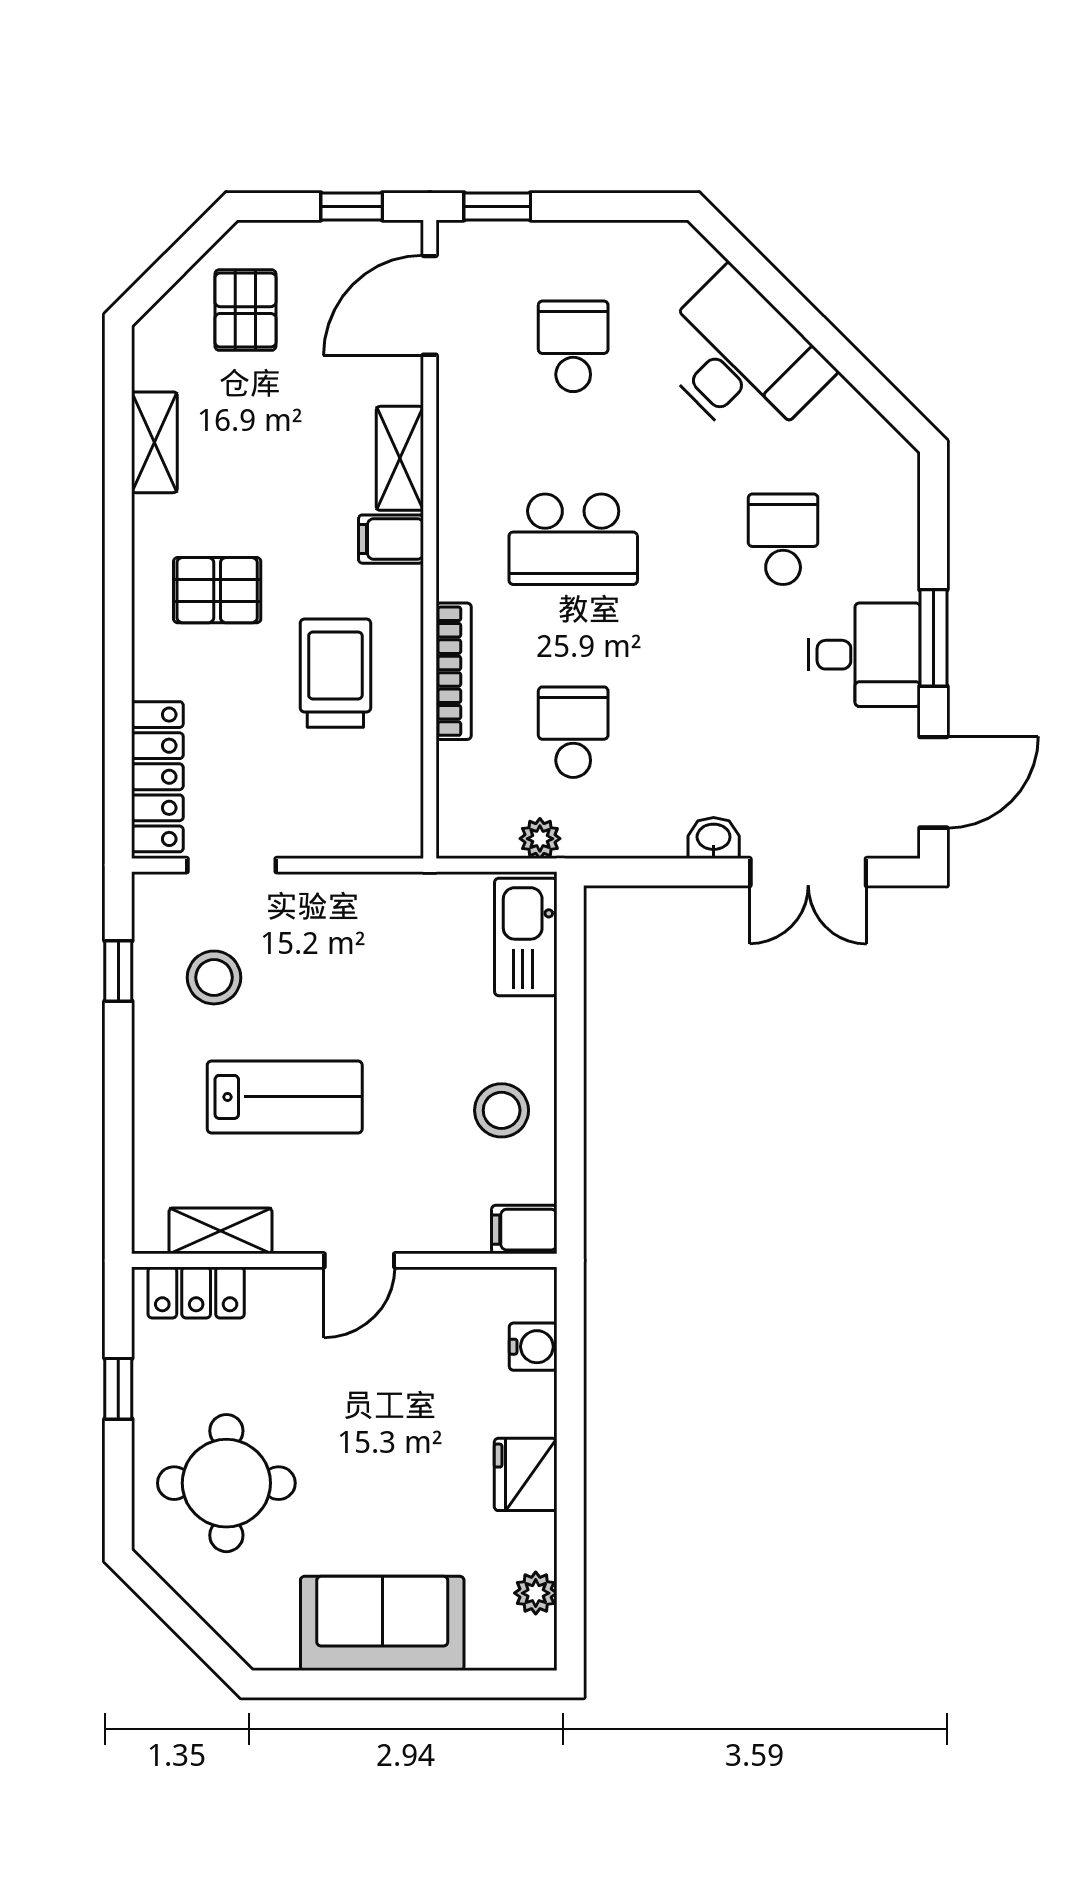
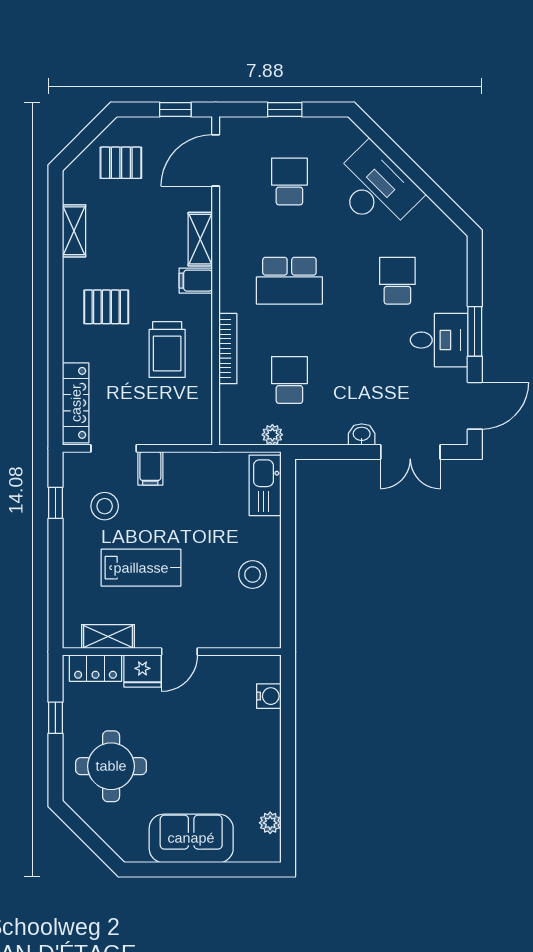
window: (497, 206) -> (285, 110), moved
pallet: (245, 310) -> (121, 163), turned 90
trolley: (335, 673) -> (167, 350), turned 180
filing cabinet: (524, 1230) -> (150, 468), moved, turned -90
fridge: (526, 1474) -> (142, 671), moved, turned -90

